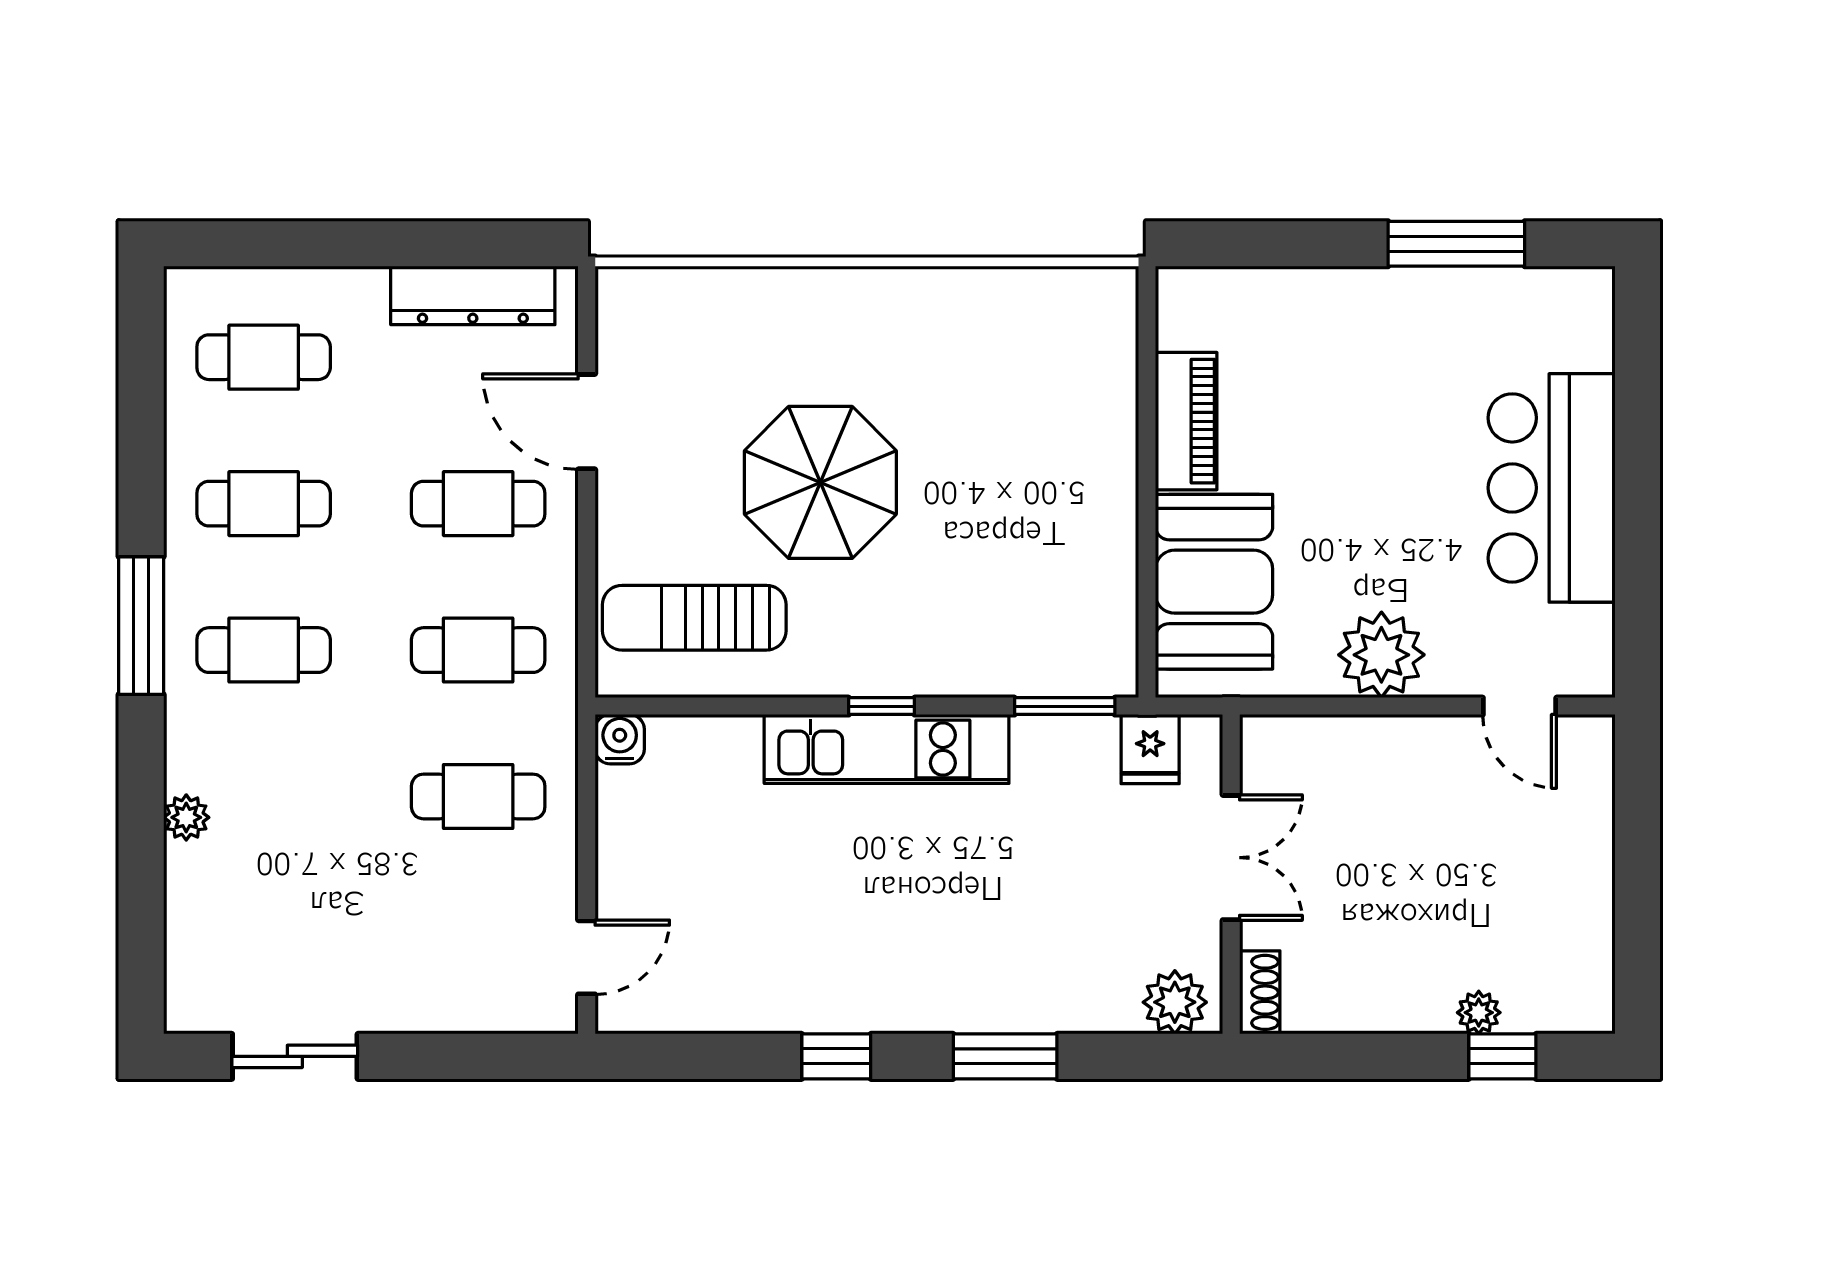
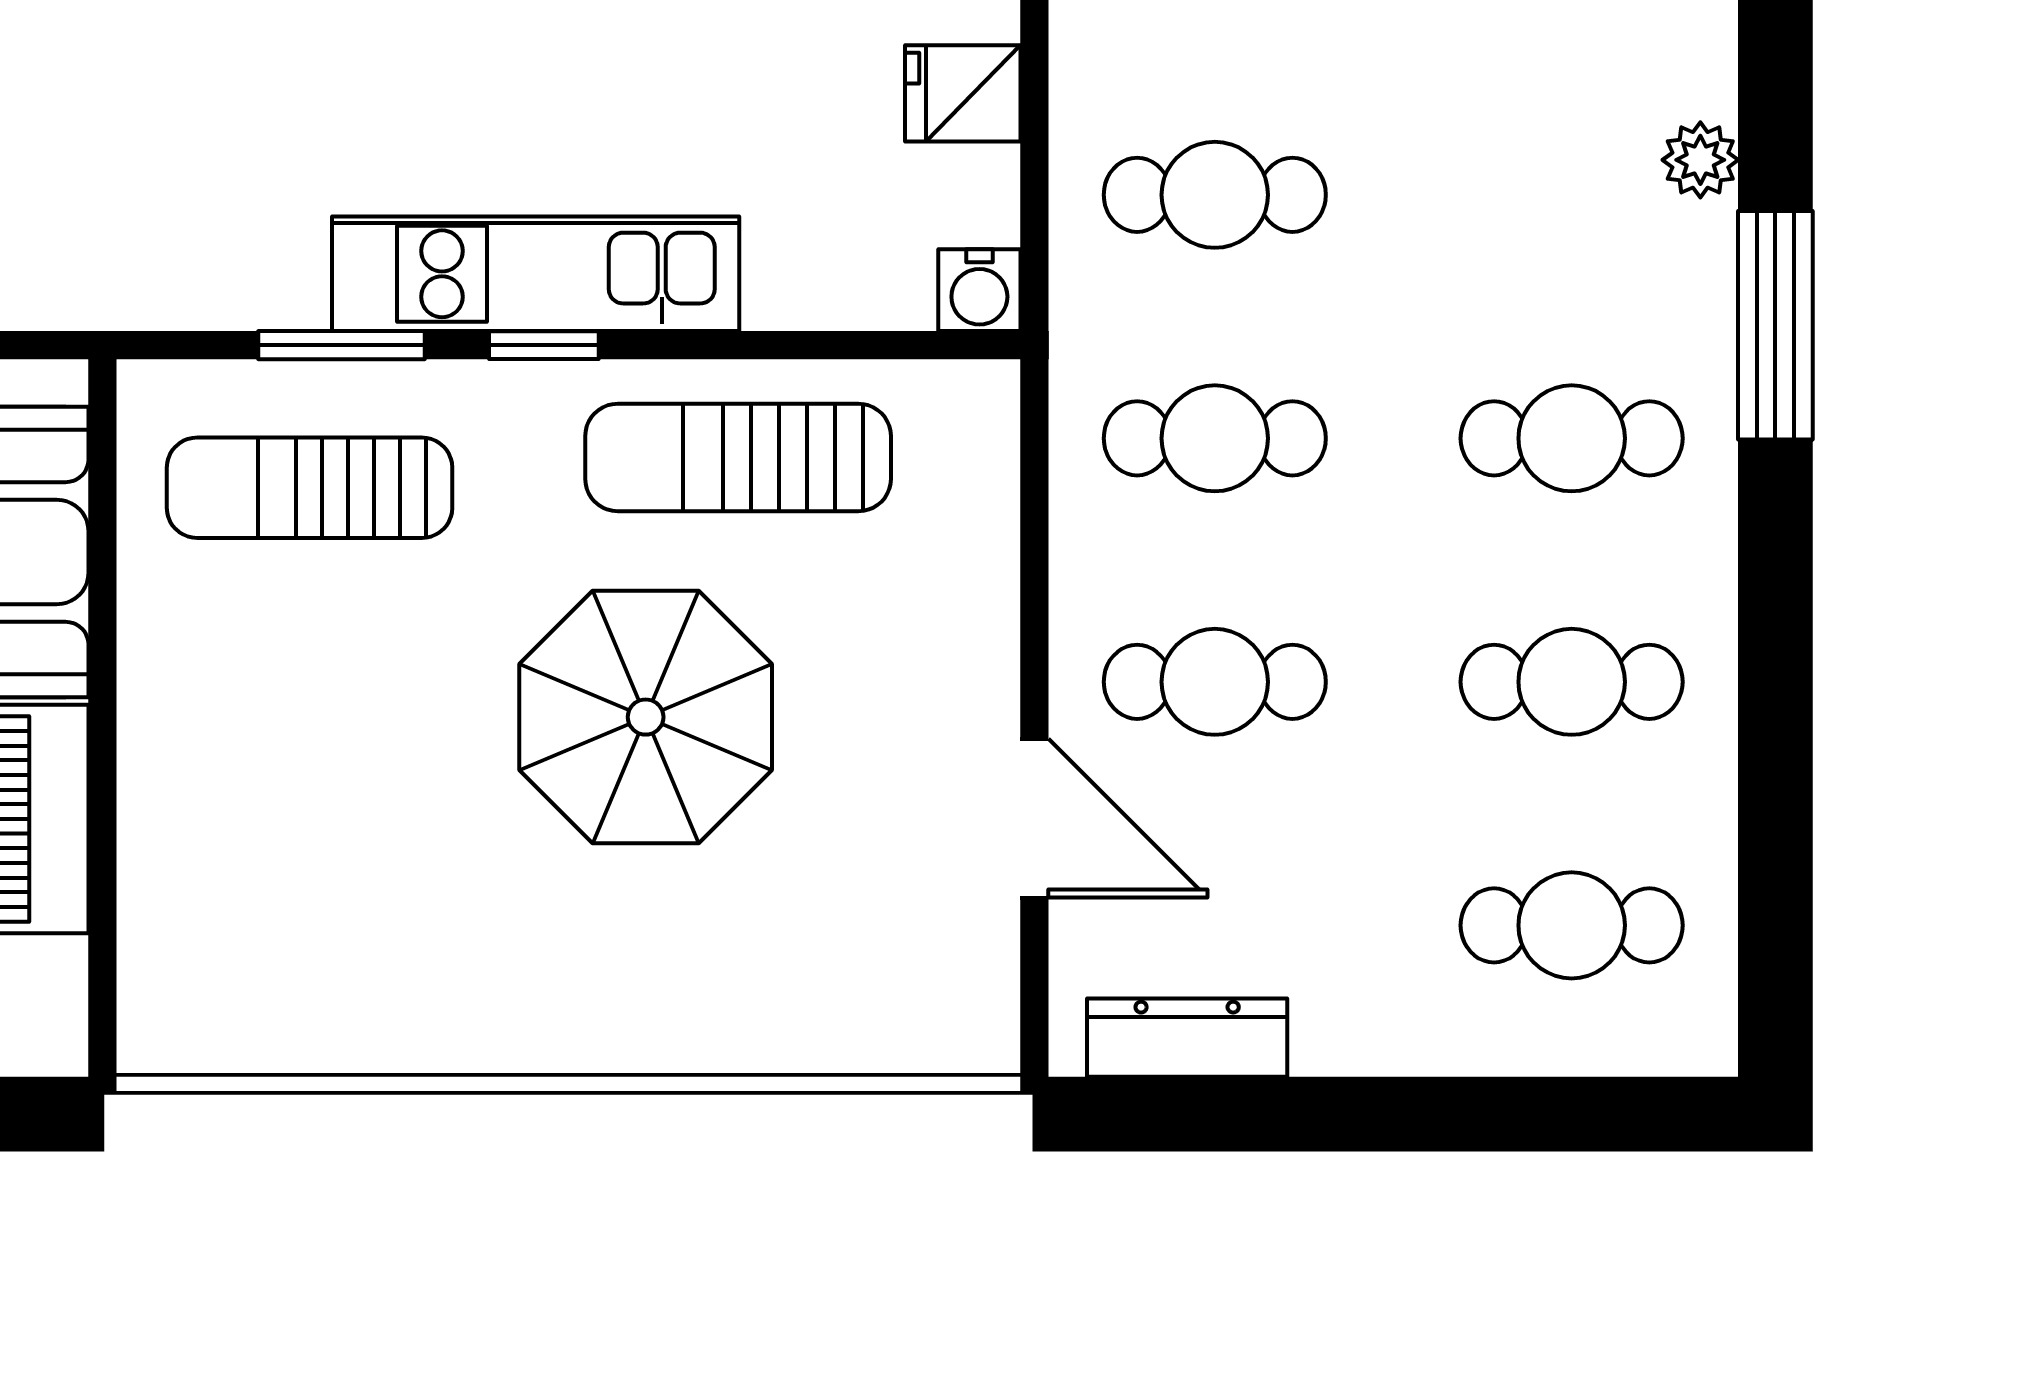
dresser: (473, 295) -> (1187, 1038), width x0.73, depth x0.80
sun lounger: (694, 618) -> (738, 457), moved, turned 180
sun lounger: (1022, 620) -> (310, 488), added
window: (141, 626) -> (1775, 325), moved
window: (1065, 706) -> (341, 345), moved
fridge: (1150, 749) -> (963, 93), moved, turned -90

